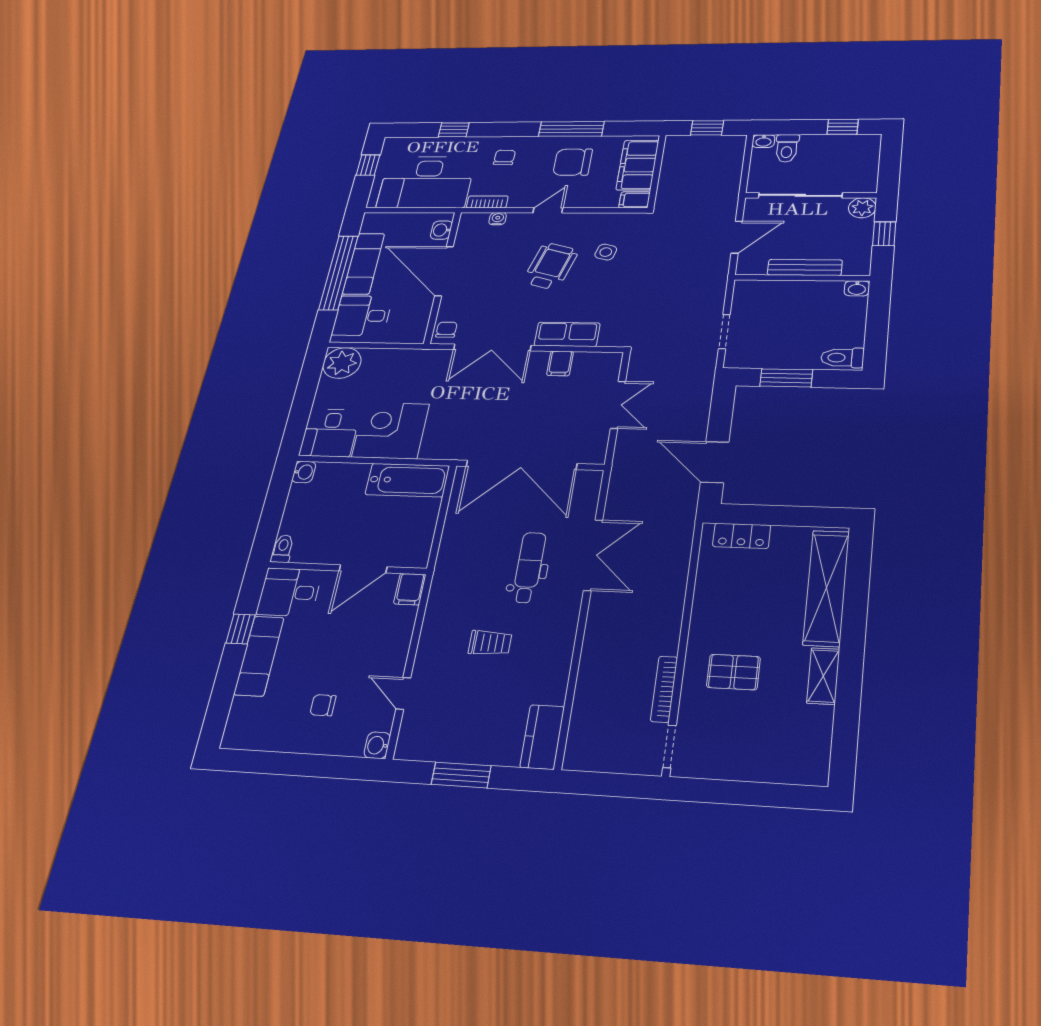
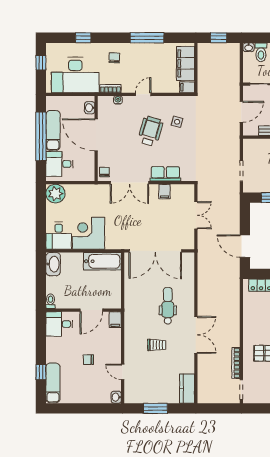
chair: (573, 162) -> (151, 61), removed
washbasin: (304, 472) -> (53, 264), width x1.91, depth x1.45
double door: (593, 555) -> (196, 335), moved
window: (241, 629) -> (41, 372), moved
exam couch: (259, 656) -> (53, 383), moved
chair: (323, 705) -> (88, 360), moved

